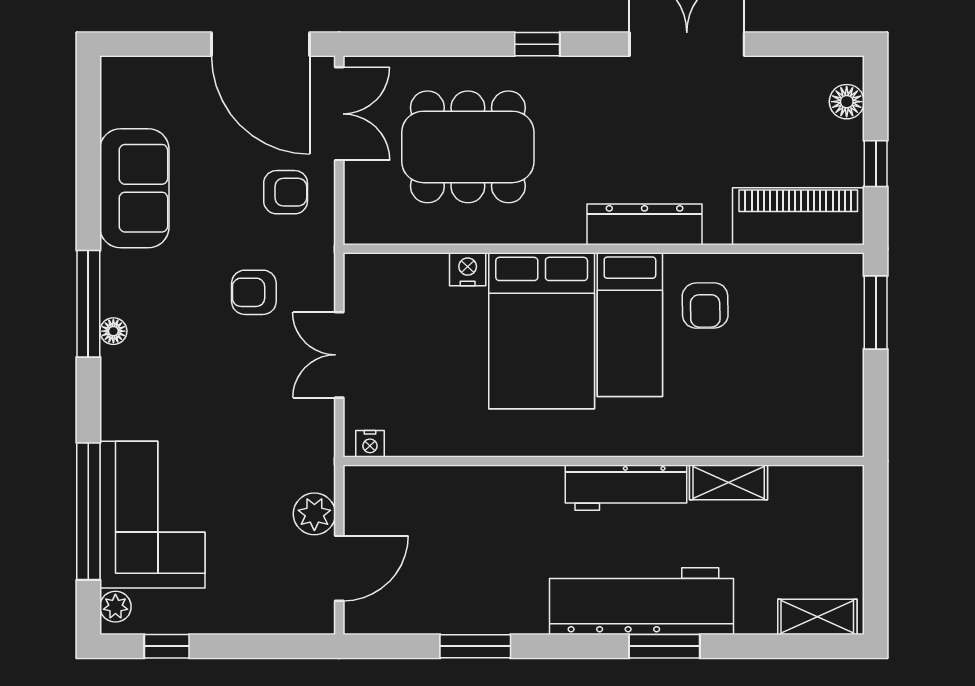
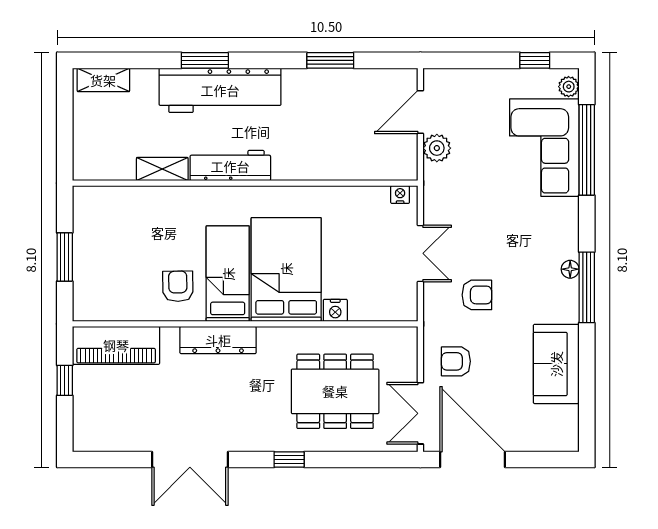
floor lamp: (847, 102) -> (84, 421), removed
window: (876, 313) -> (65, 257), moved

